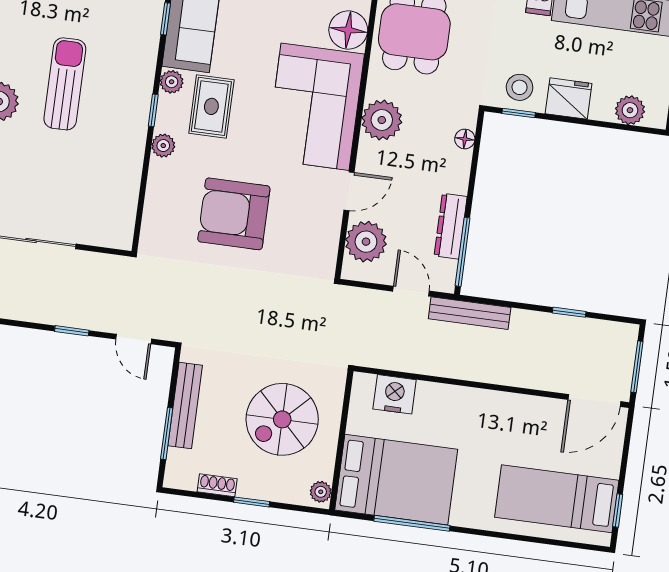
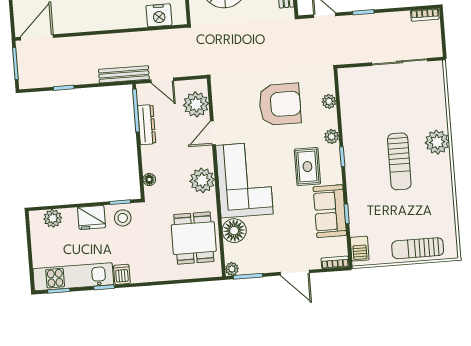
plant: (172, 82) -> (329, 101), moved

